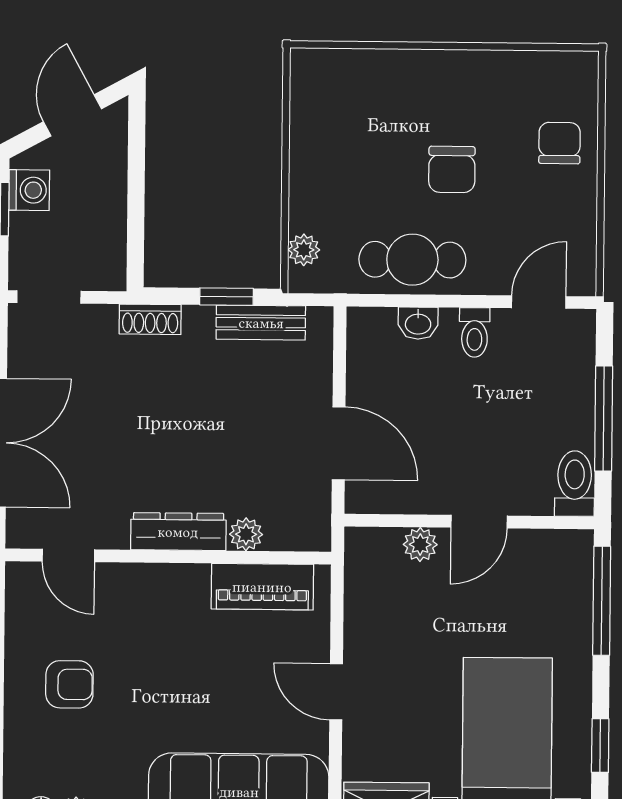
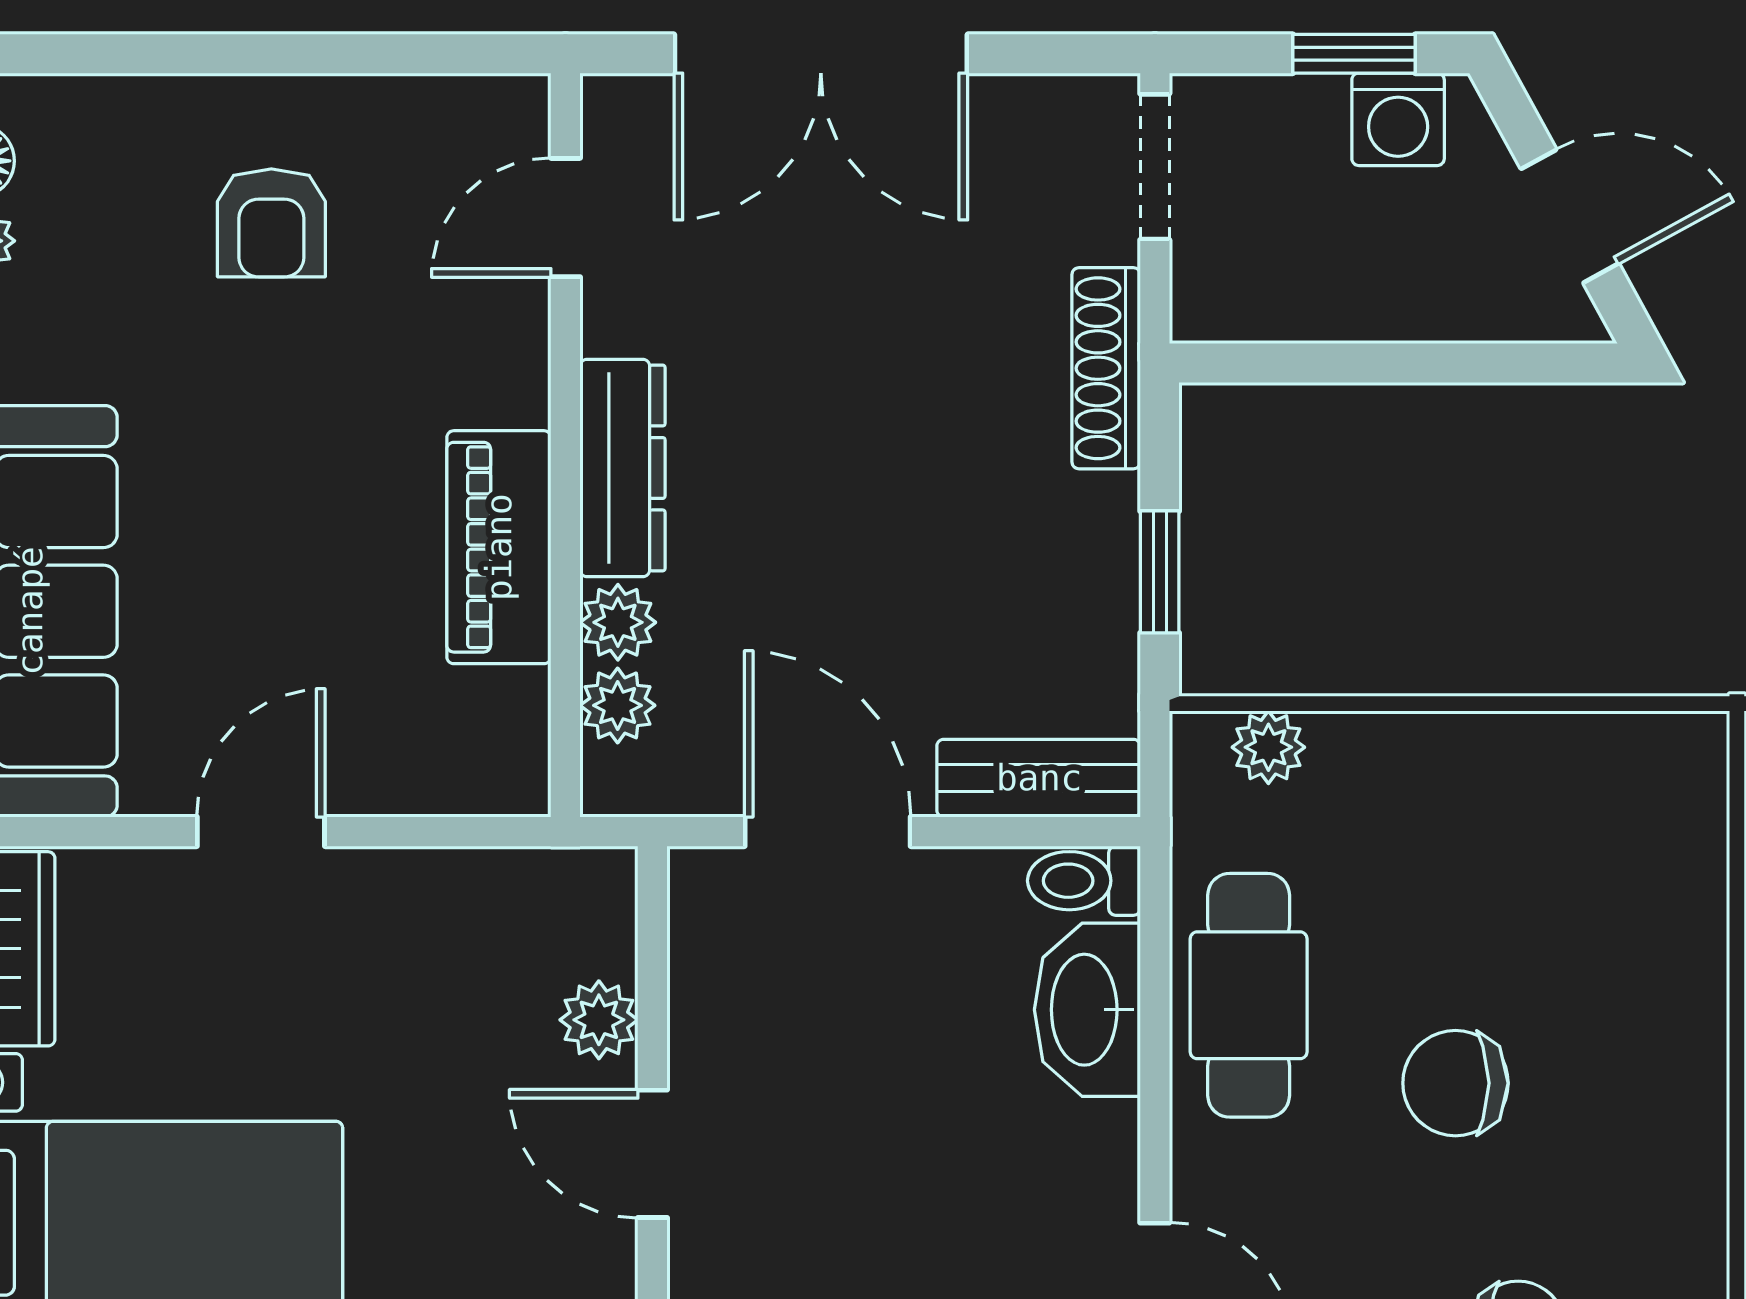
shoe rack: (150, 319) -> (1106, 368), width x1.43
bench: (261, 323) -> (1039, 778), moved, turned 90
washbasin: (418, 323) -> (1087, 1010), width x1.91, depth x1.45
toilet: (475, 332) -> (1084, 881), moved
door: (339, 443) -> (828, 832), swing flipped
plant: (283, 535) -> (618, 705), added
piano: (262, 587) -> (499, 547), moved

